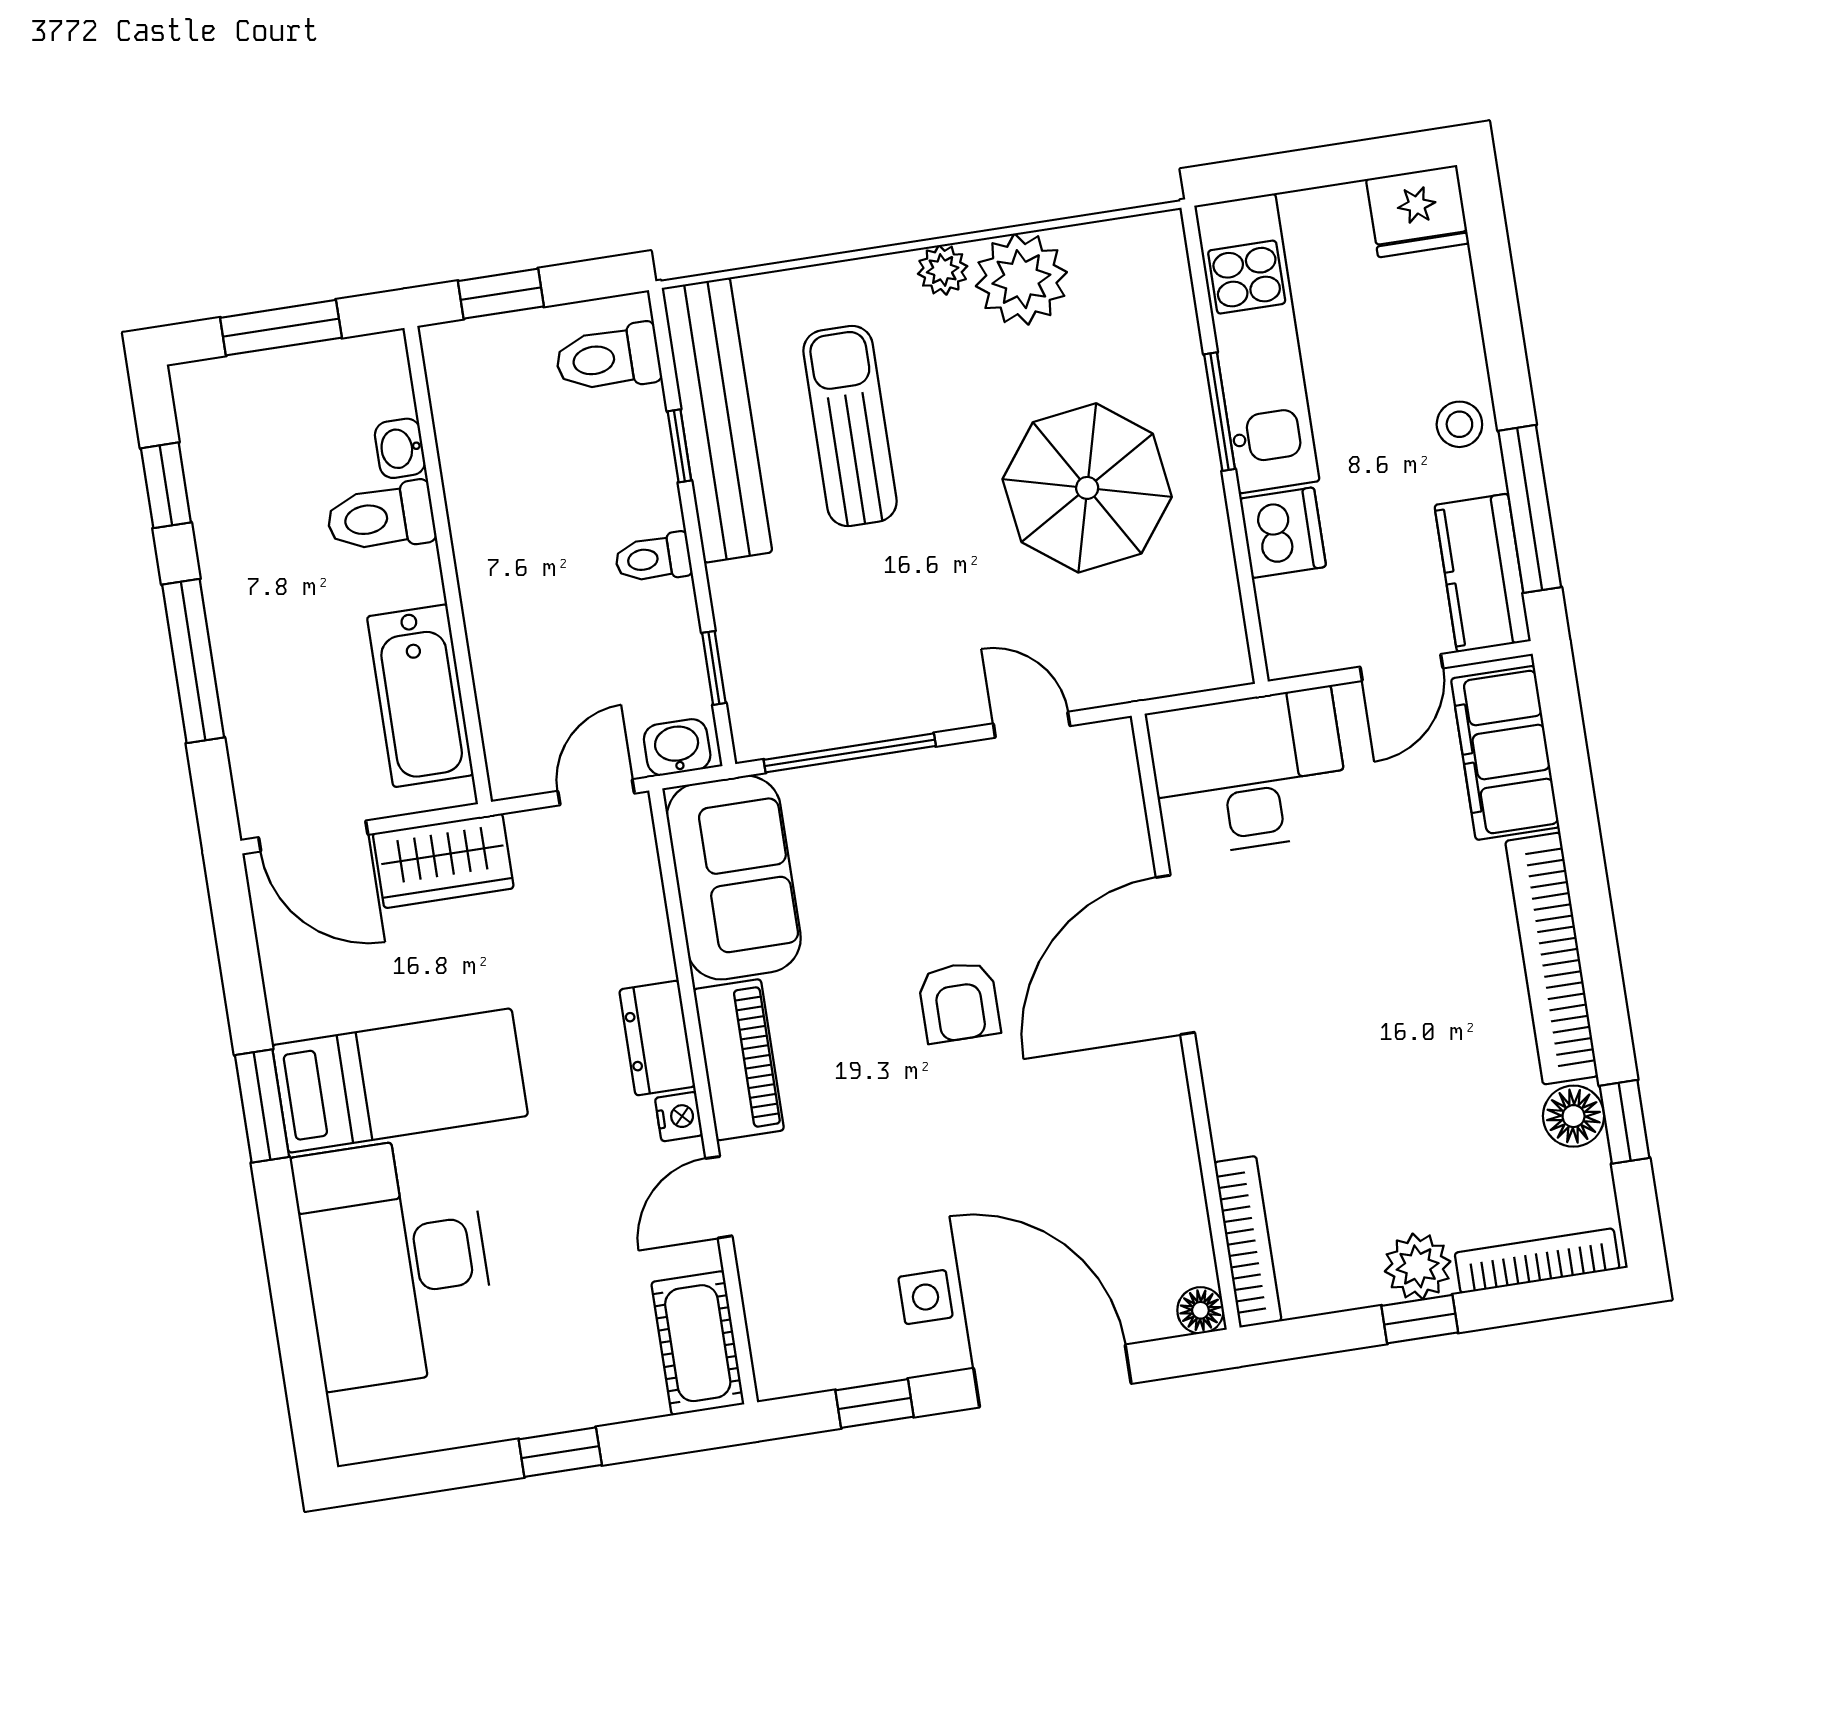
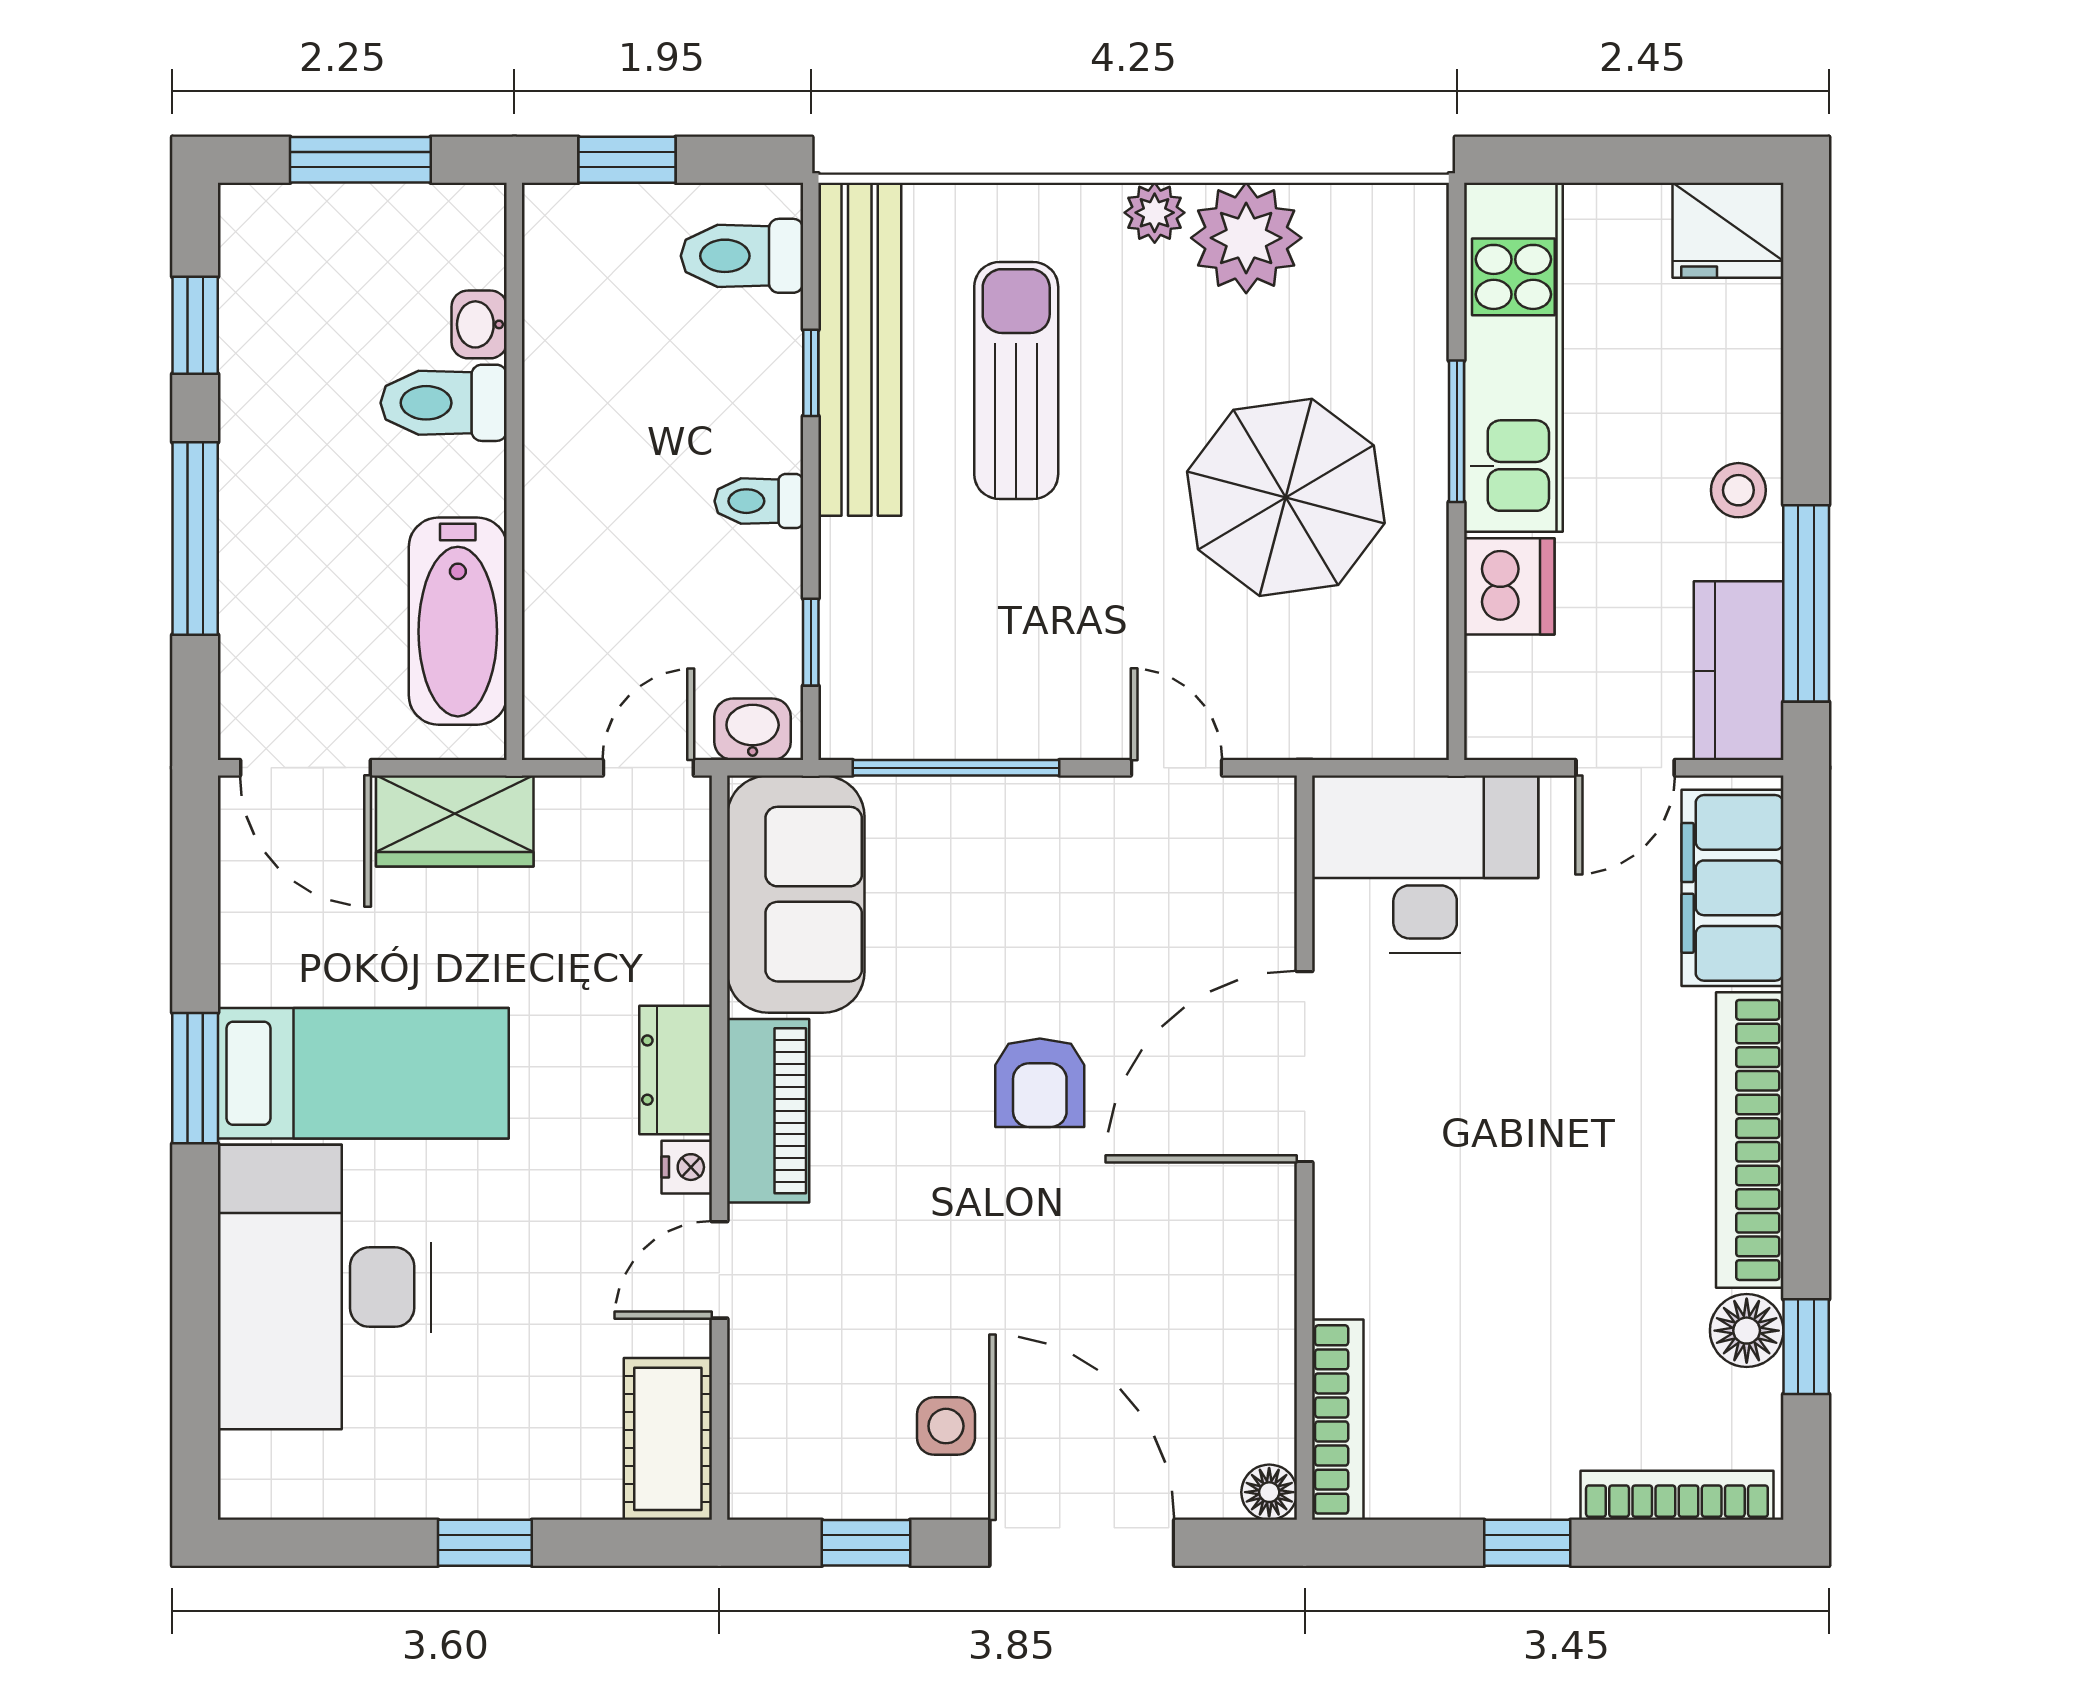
plant: (1418, 1266) -> (1534, 1480), removed

